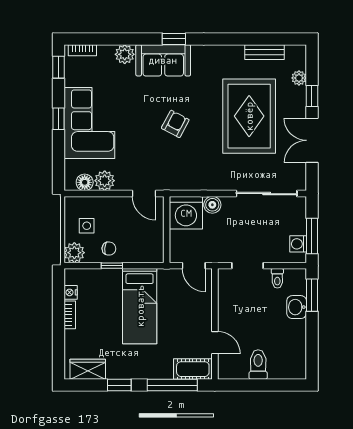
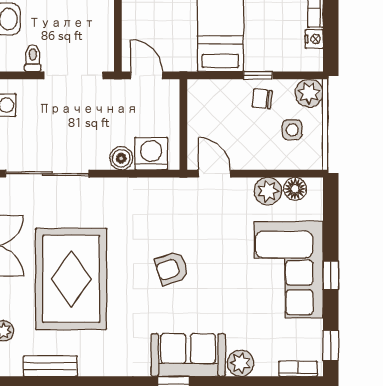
armchair: (175, 124) -> (172, 268), turned 44
washing machine: (186, 213) -> (151, 154), width x0.73, depth x0.73
doorway: (247, 266) -> (74, 75), width x1.38

